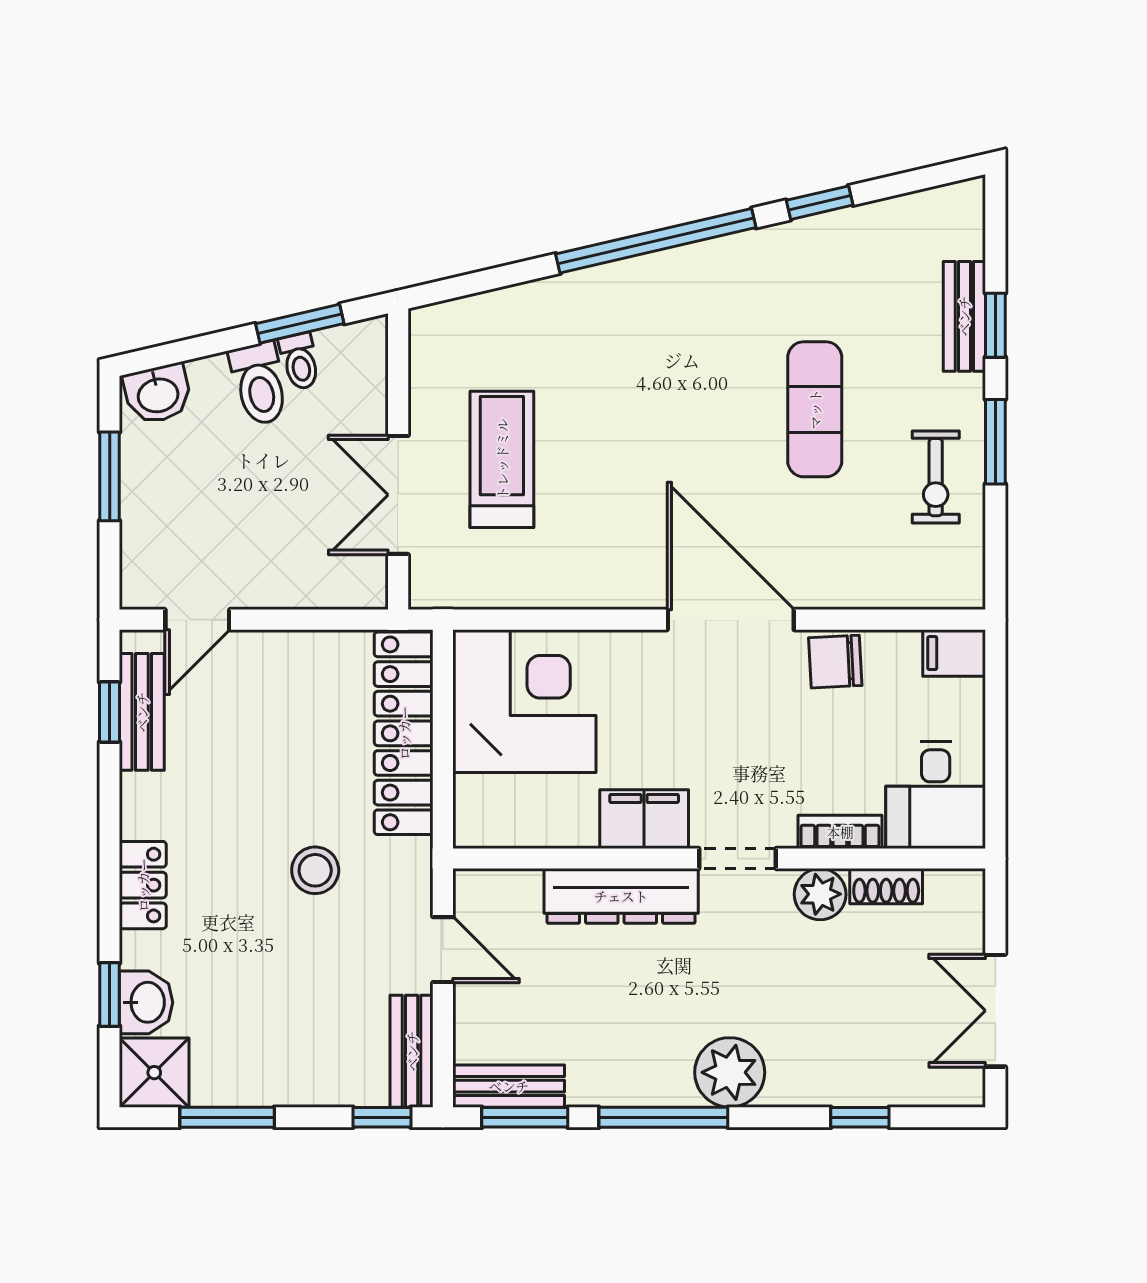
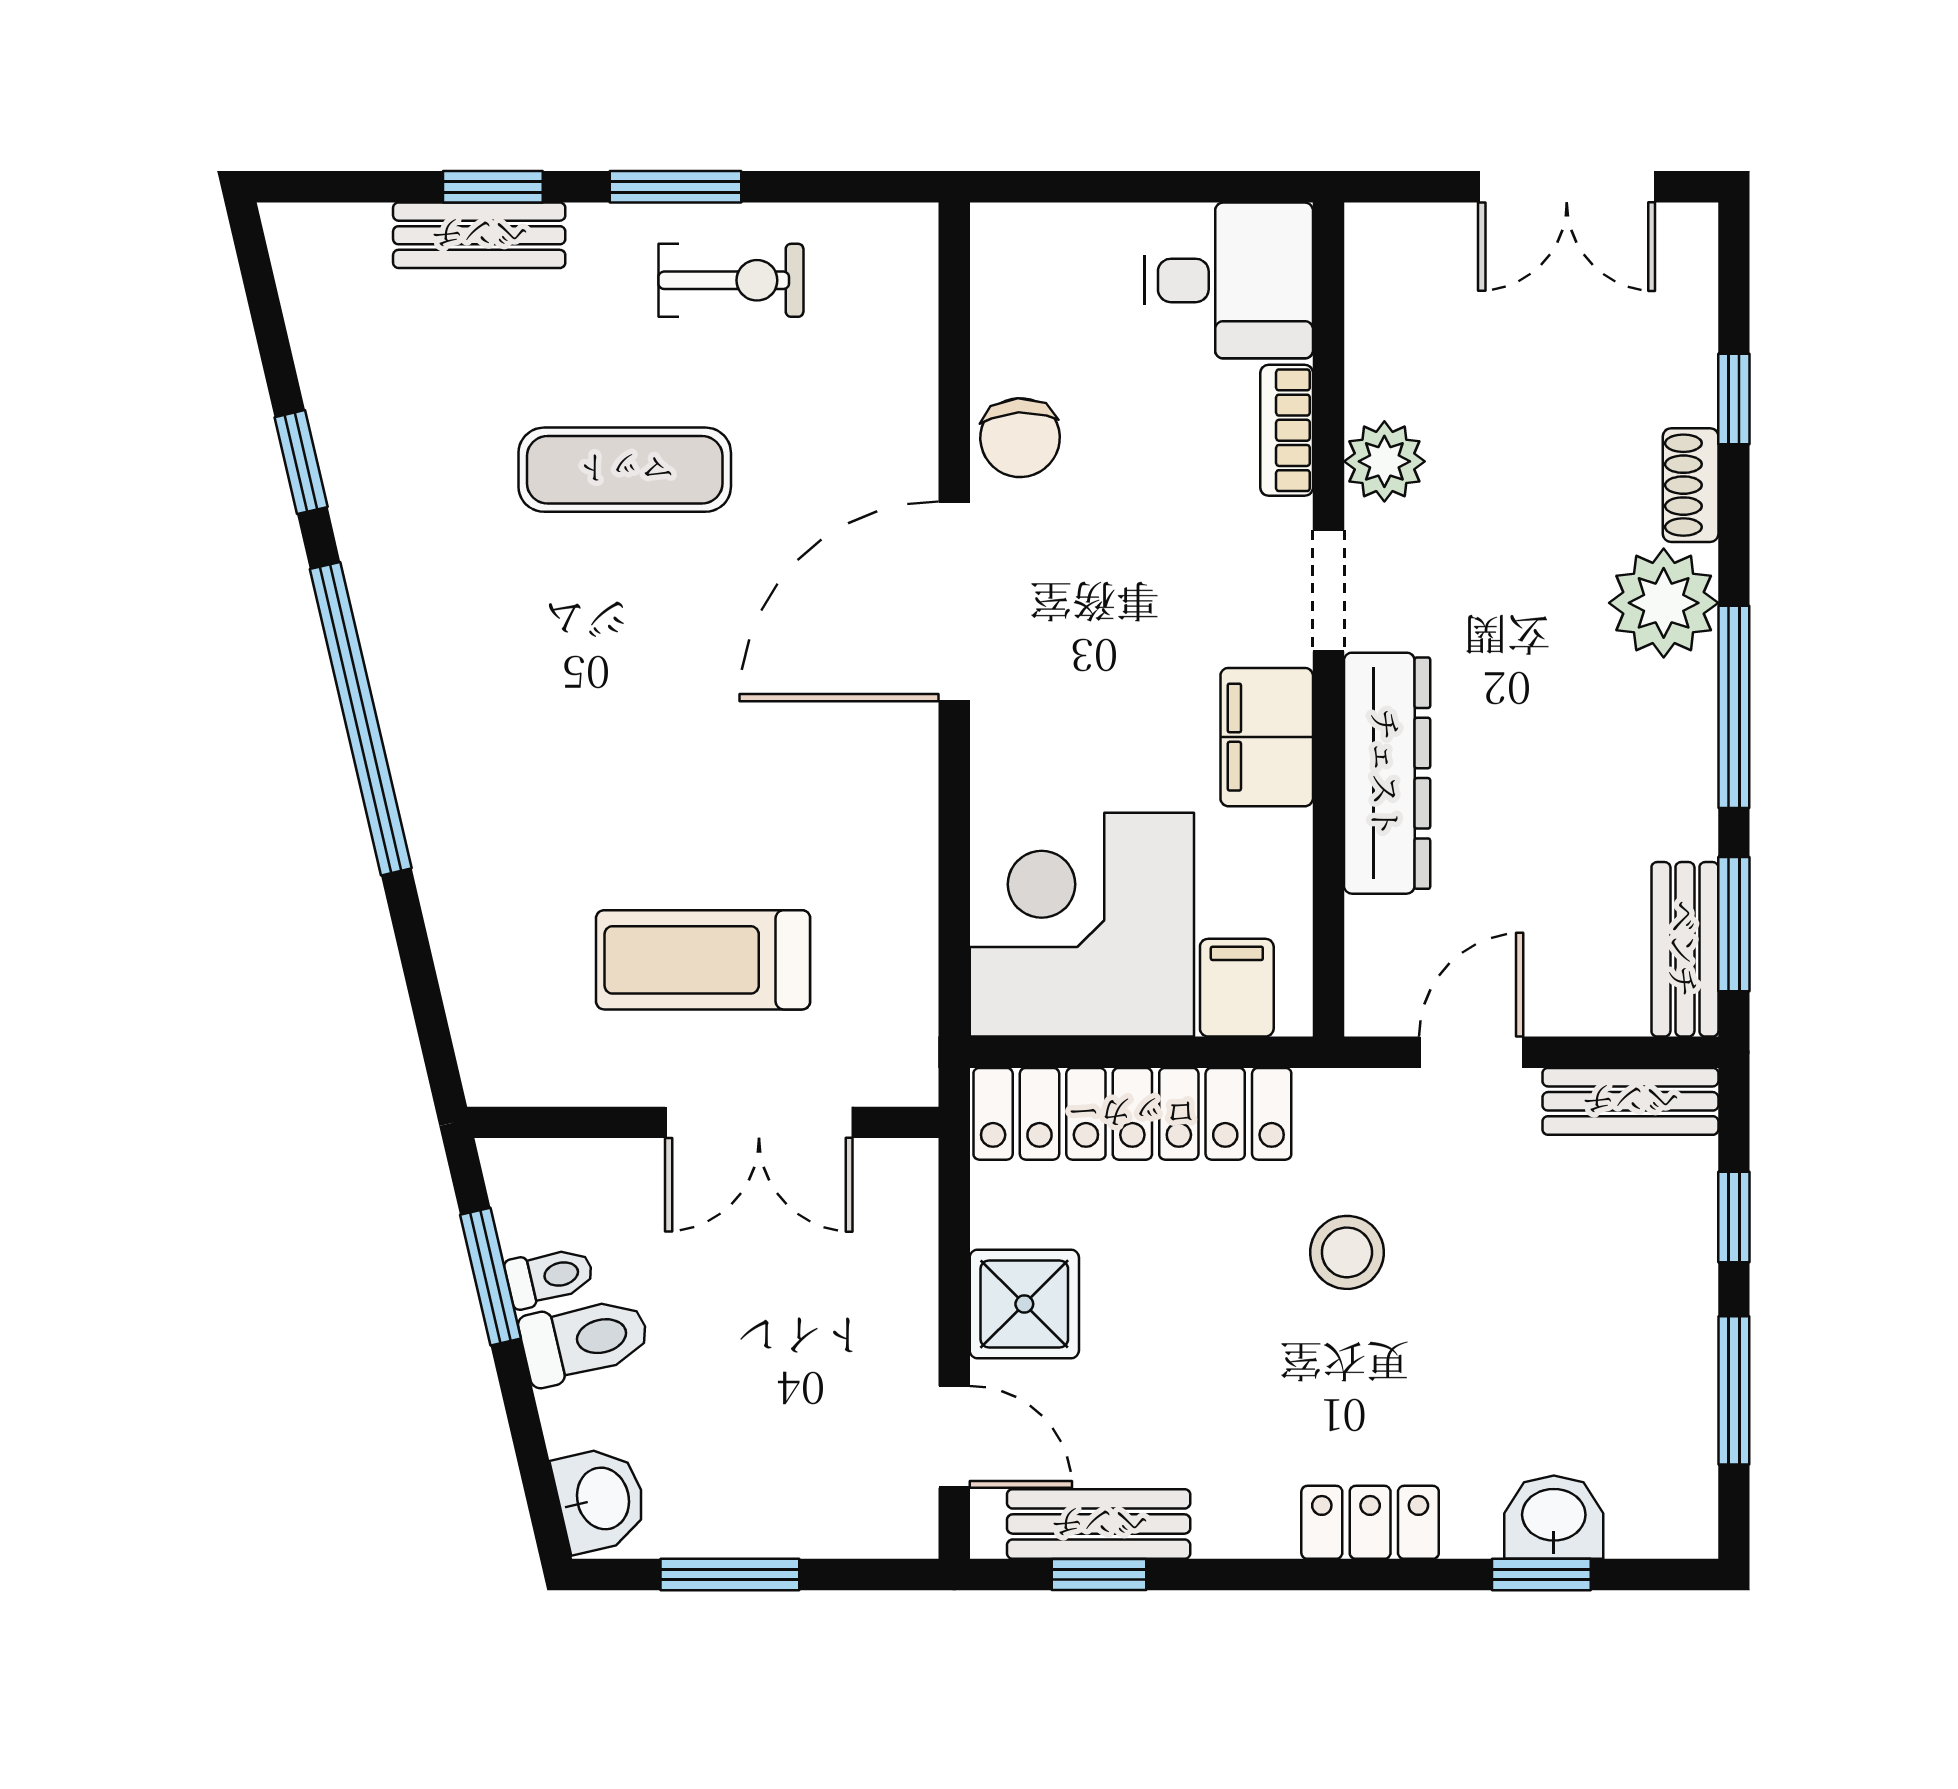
filing cabinet: (954, 653) -> (1237, 988), moved, turned 180
shoe rack: (886, 886) -> (1691, 485), moved, turned 180
shower: (154, 1073) -> (1024, 1304), moved
window: (382, 1117) -> (1734, 1217), moved

